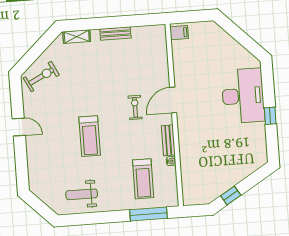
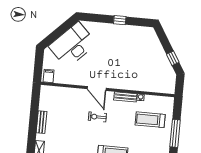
desk: (243, 96) -> (73, 45), moved, turned -45
treadmill: (143, 179) -> (150, 120), turned 180
window: (149, 214) -> (175, 133), moved

